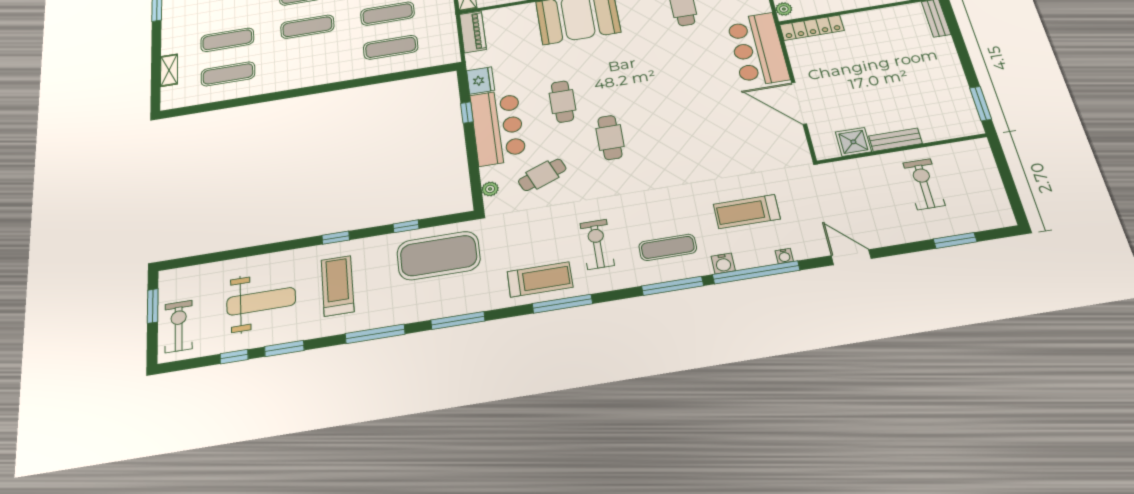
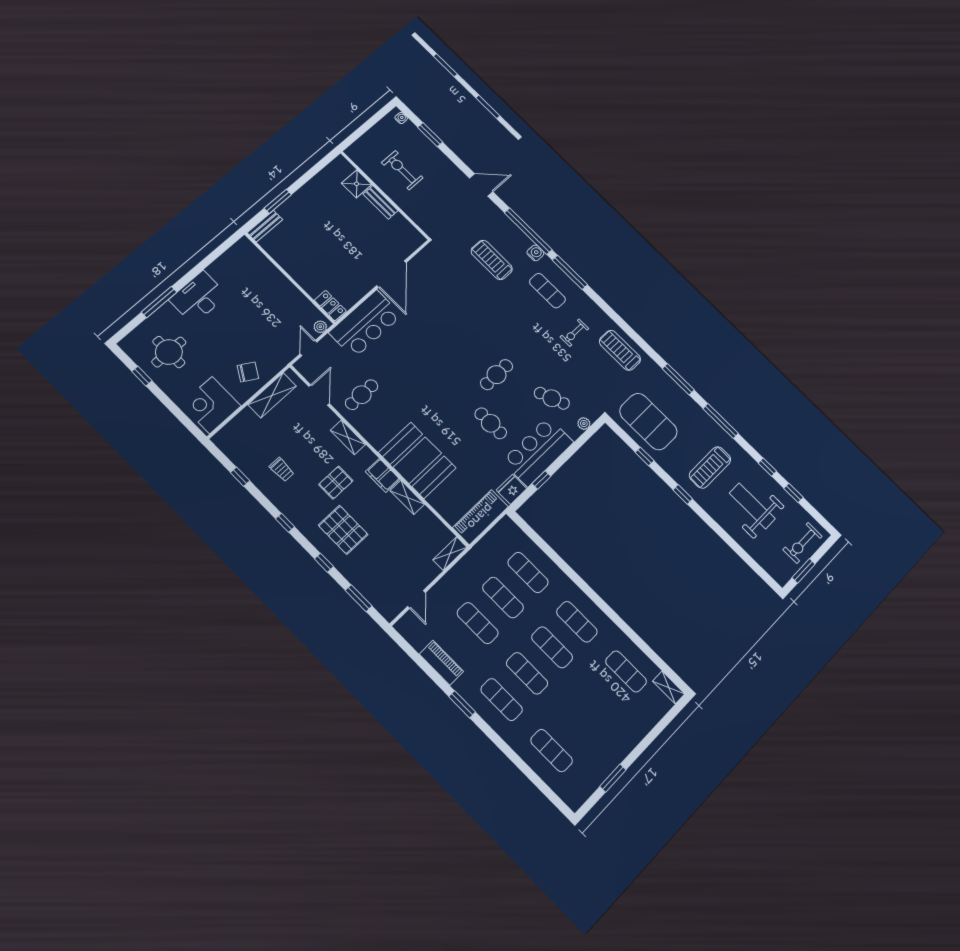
locker: (812, 28) -> (330, 306), width x0.66
piano: (473, 32) -> (481, 517), width x1.37, depth x1.33
exercise mat: (227, 40) -> (577, 622), moved
shelving: (169, 70) -> (669, 687), moved, turned 90
cafe table: (562, 102) -> (491, 423), turned 90
window: (981, 104) -> (278, 201), moved
shower: (853, 142) -> (357, 184), moved
exercise bike: (924, 184) -> (402, 170), turned 90
treadmill: (747, 212) -> (492, 260), turned 180
exercise bike: (597, 244) -> (574, 333), width x0.73, depth x0.72
water cooler: (784, 256) -> (401, 118), moved
door: (851, 257) -> (481, 185), swing flipped
window: (562, 304) -> (625, 327), removed
window: (284, 348) -> (767, 467), width x0.67

